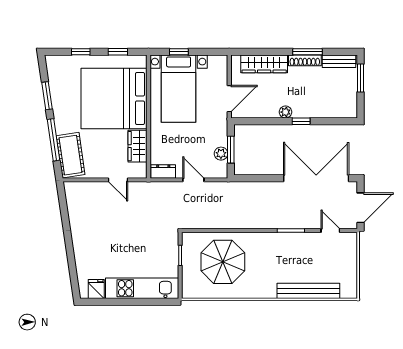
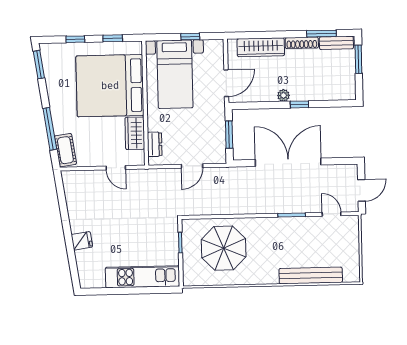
window: (179, 52) -> (190, 37), moved
window: (307, 52) -> (321, 34), moved
window: (47, 96) -> (39, 65), moved
plant: (221, 154) -> (219, 139), removed
cot: (71, 155) -> (65, 150), width x0.73, depth x0.75
dresser: (163, 171) -> (155, 144), moved, turned 90
double door: (316, 178) -> (288, 162), moved
door: (193, 180) -> (192, 166), swing flipped
door: (361, 208) -> (361, 190), width x0.73
fridge: (96, 289) -> (82, 241), moved, turned 82

